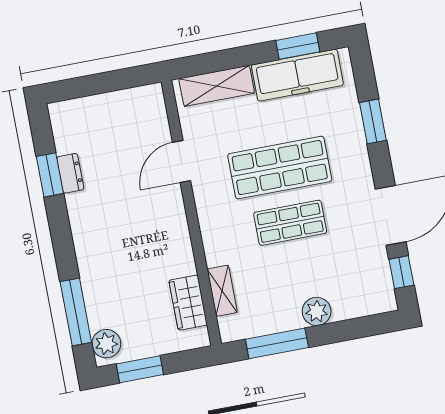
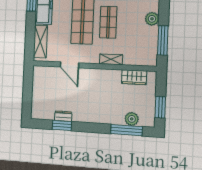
shelving: (222, 291) -> (111, 59), moved
plant: (106, 344) -> (132, 119), moved

